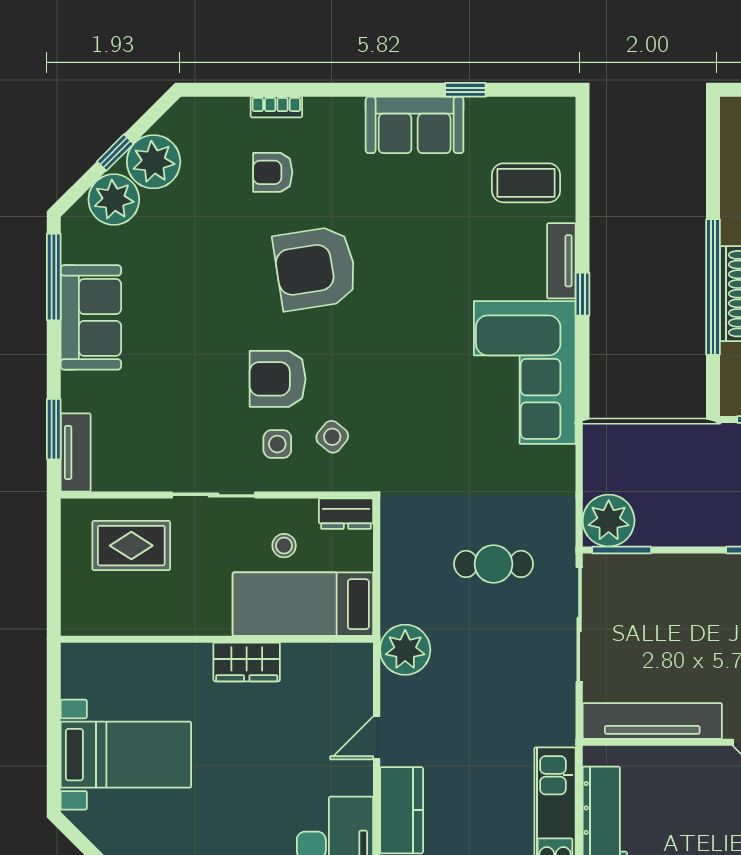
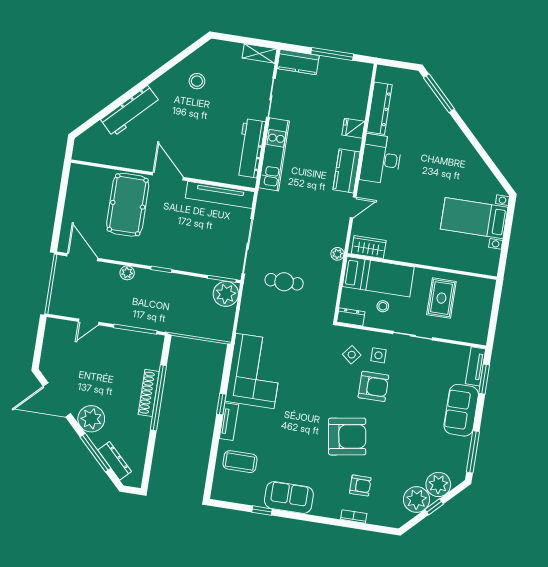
sofa: (91, 317) -> (461, 410), moved
rug: (131, 546) -> (441, 298), moved, turned 90
plant: (405, 650) -> (337, 254), width x0.53, depth x0.53
wardrobe: (247, 662) -> (369, 247), moved

